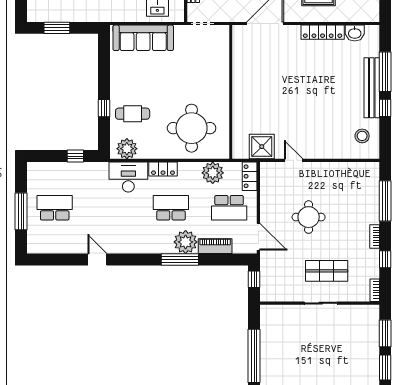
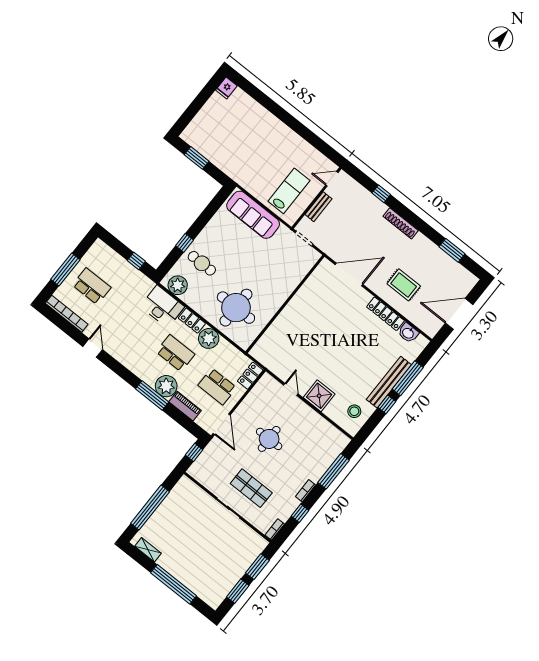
shower: (262, 147) -> (319, 396), moved
plant: (213, 173) -> (209, 338), moved
bookcase: (52, 248) -> (67, 314), added

